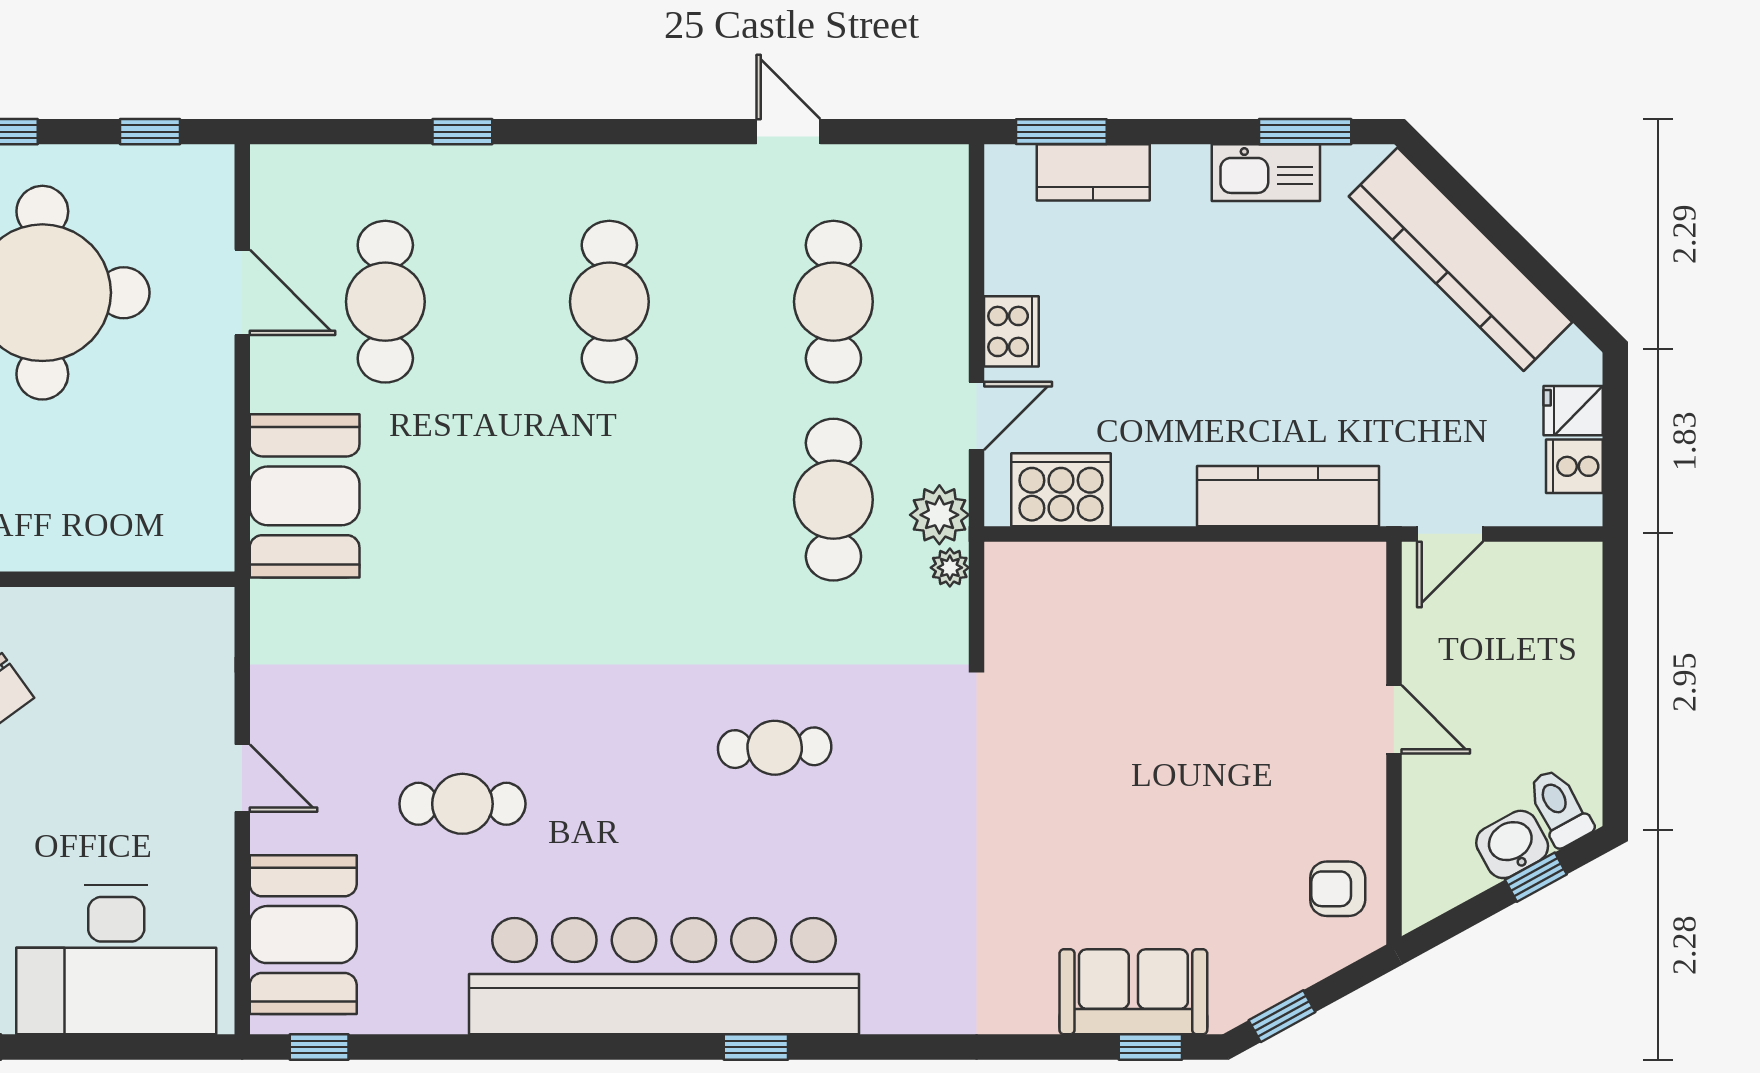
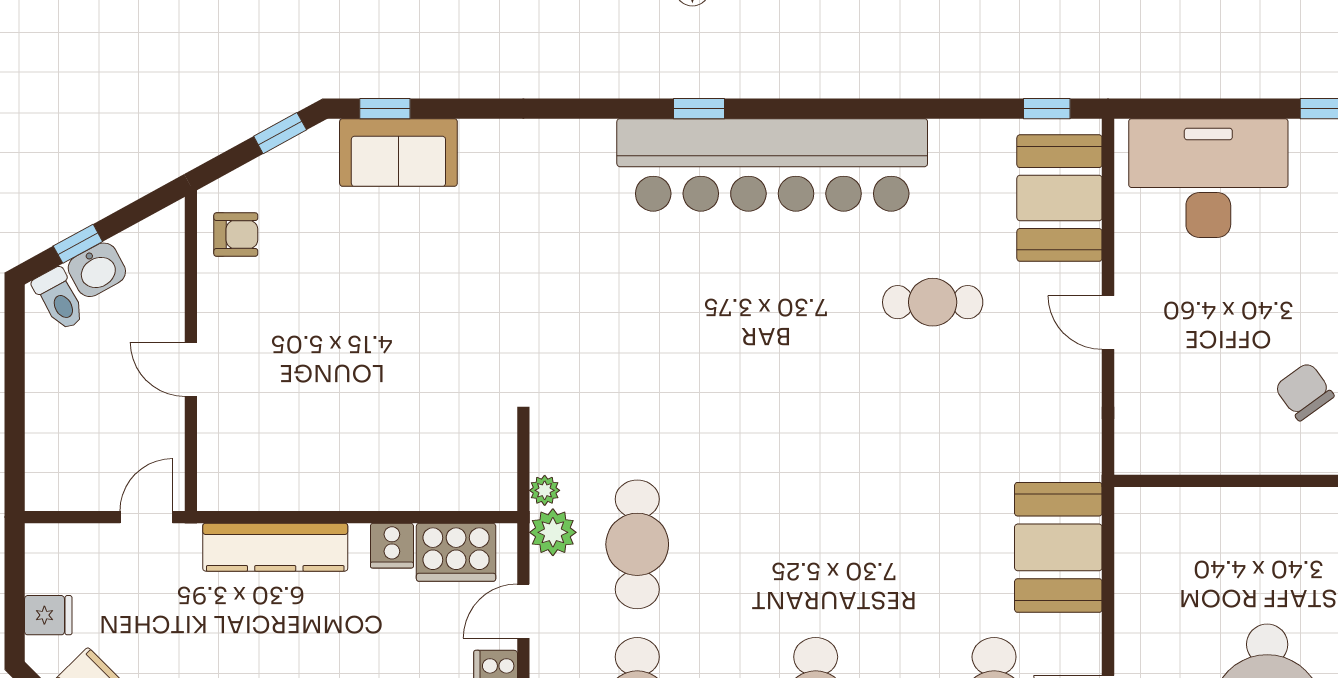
cooker: (1574, 466) -> (392, 546), moved, turned 90
cafe table: (775, 748) -> (684, 347), removed

